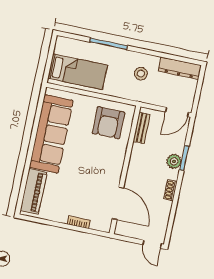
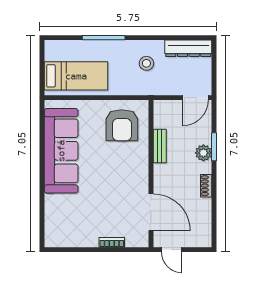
bench: (142, 128) -> (160, 146), moved
piano: (34, 192) -> (55, 219), removed
door: (152, 244) -> (172, 250), moved

